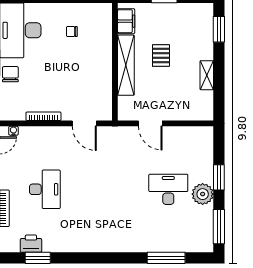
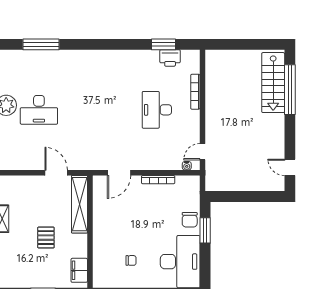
shelving: (126, 65) -> (79, 204), moved
door: (84, 123) -> (119, 173), swing flipped

